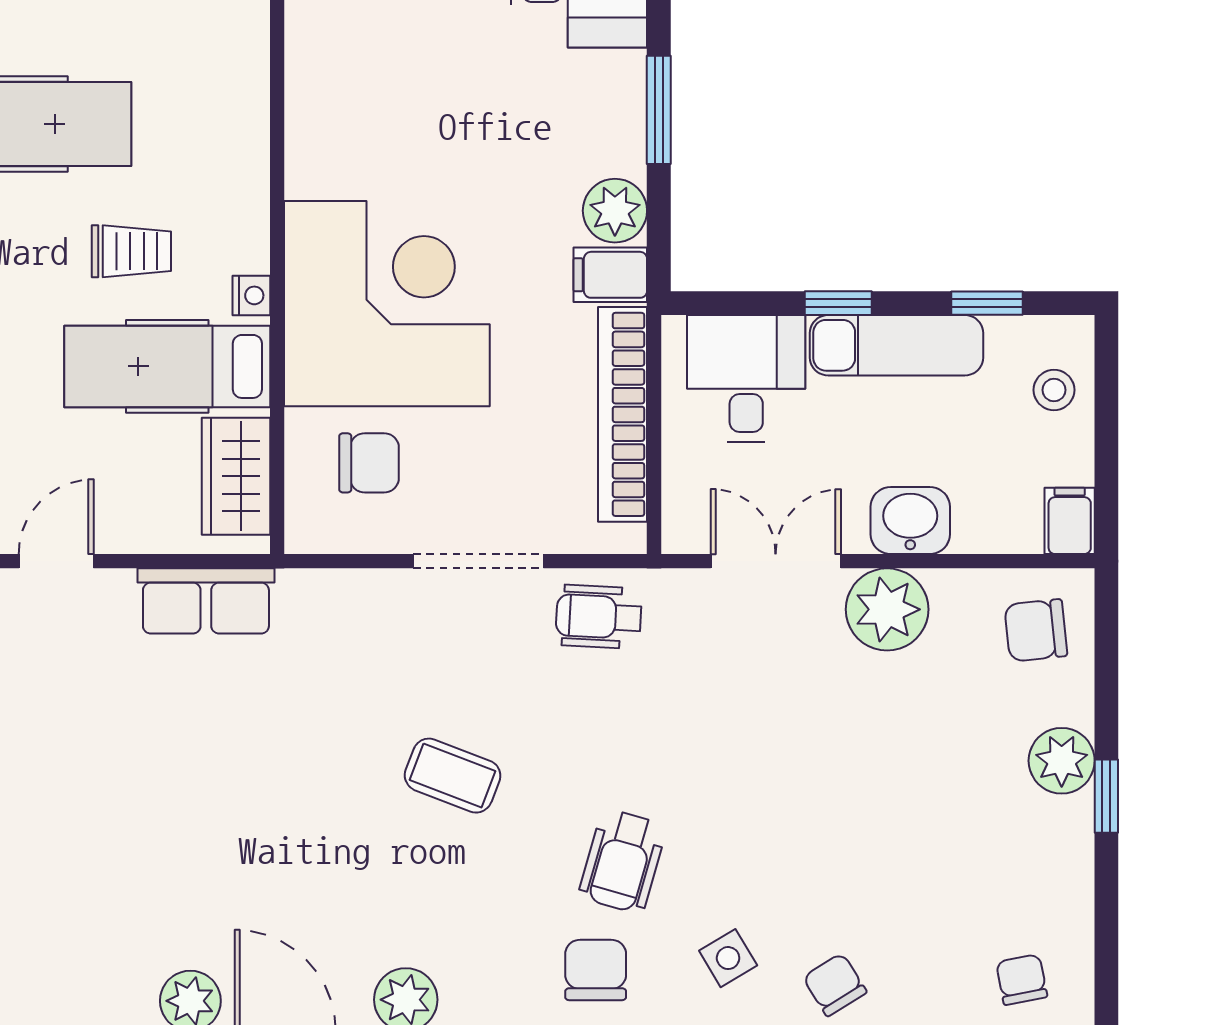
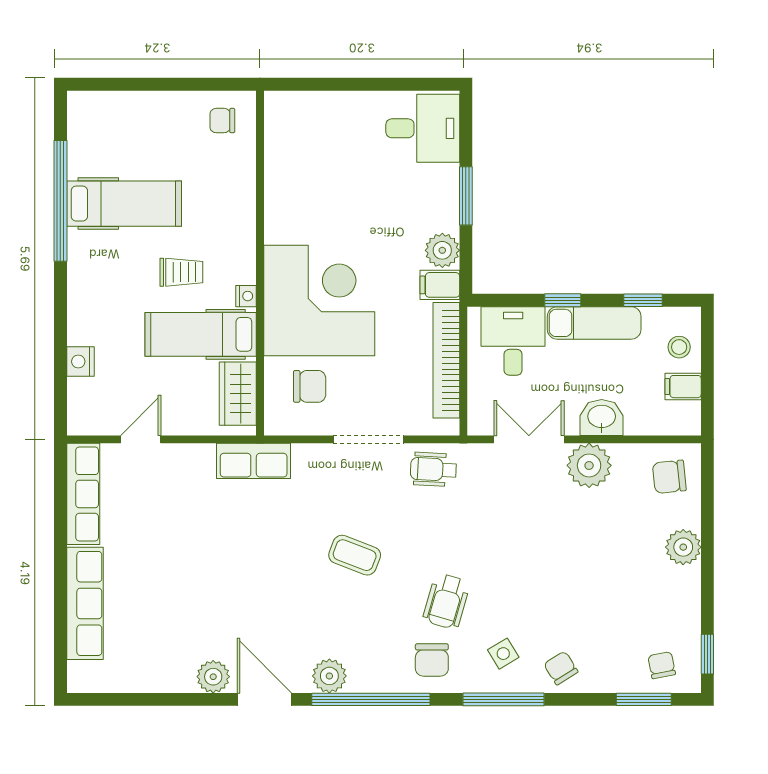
filing cabinet: (1070, 521) -> (683, 387), moved, turned -90
row of seats: (206, 601) -> (254, 461), moved
window: (1106, 796) -> (707, 654), moved
chair: (596, 970) -> (432, 660), turned 180

